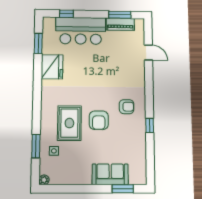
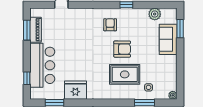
plant: (139, 158) -> (155, 14), added

